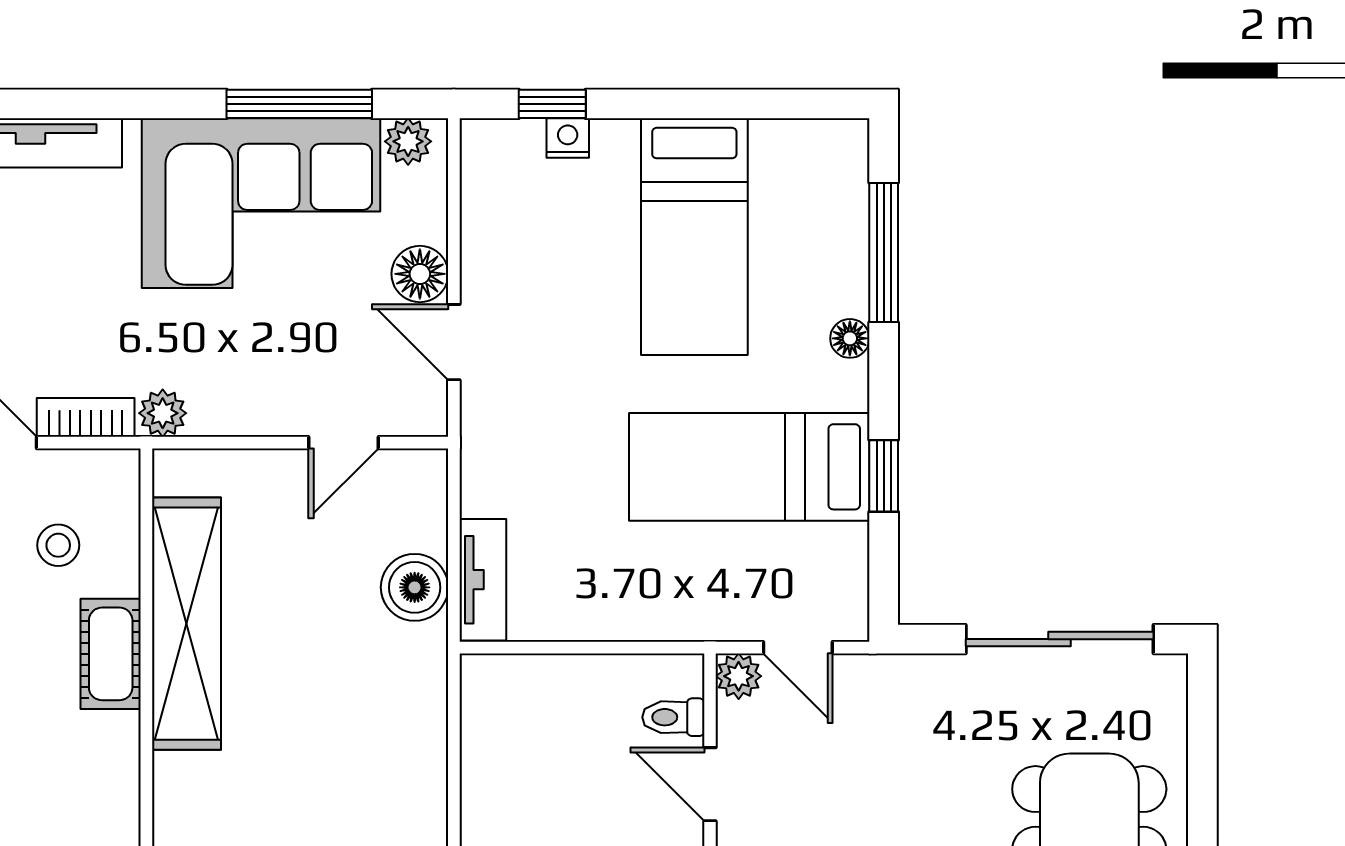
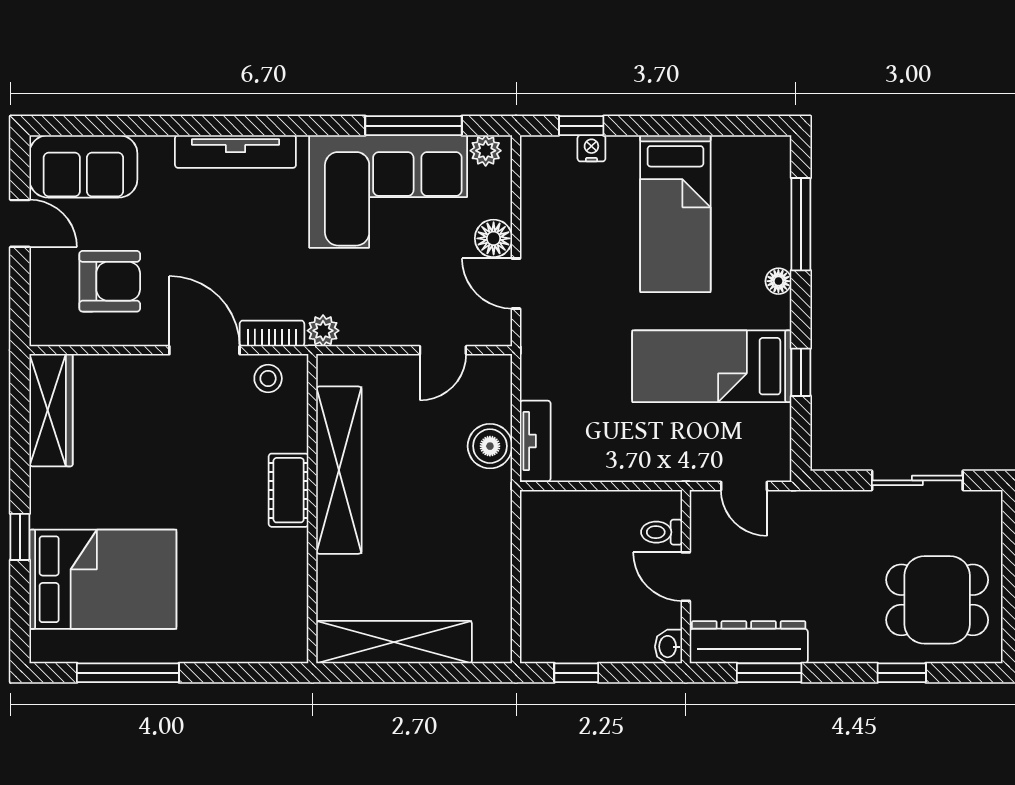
stool: (58, 545) -> (268, 378), moved
sliding door: (1060, 639) -> (917, 480), width x0.73
plant: (739, 676) -> (705, 505), removed

